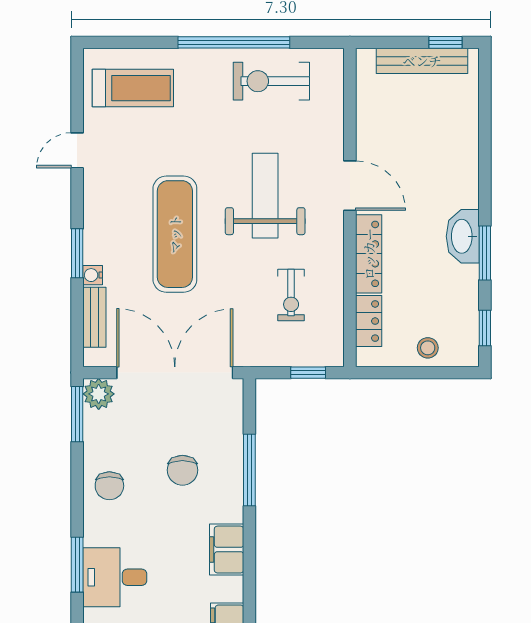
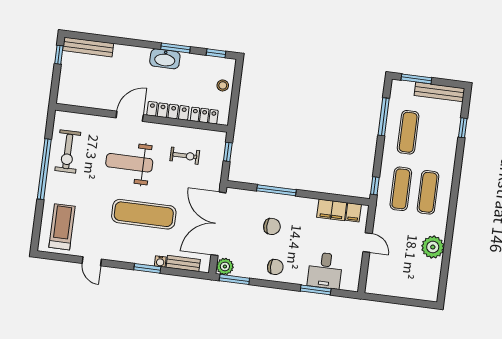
bench: (422, 61) -> (88, 47), moved, turned 90
filing cabinet: (227, 550) -> (332, 210), moved

